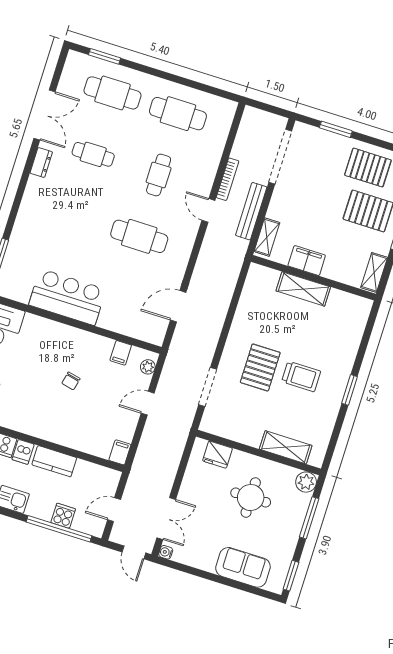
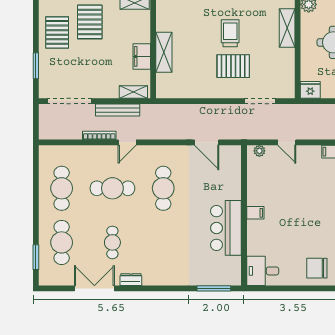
cafe table: (159, 175) -> (112, 188), width x1.37, depth x1.35
filing cabinet: (121, 353) -> (255, 213), moved
chair: (71, 381) -> (288, 205), removed
fridge: (217, 455) -> (310, 90), moved, turned -90

